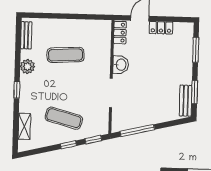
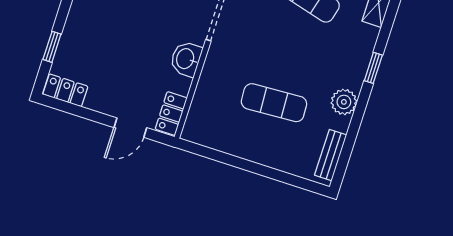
locker: (161, 28) -> (65, 90), moved
window: (196, 50) -> (52, 47), width x0.67

